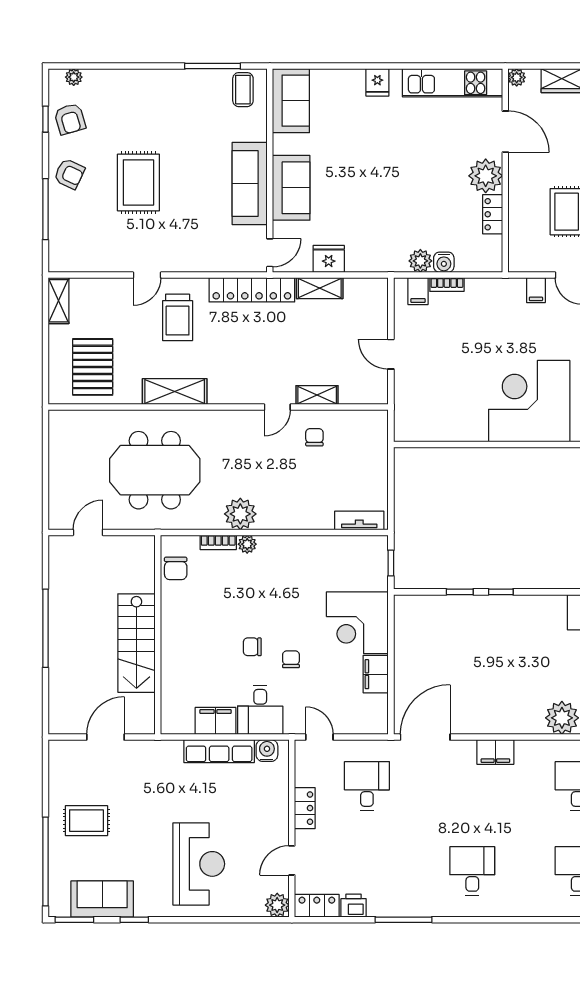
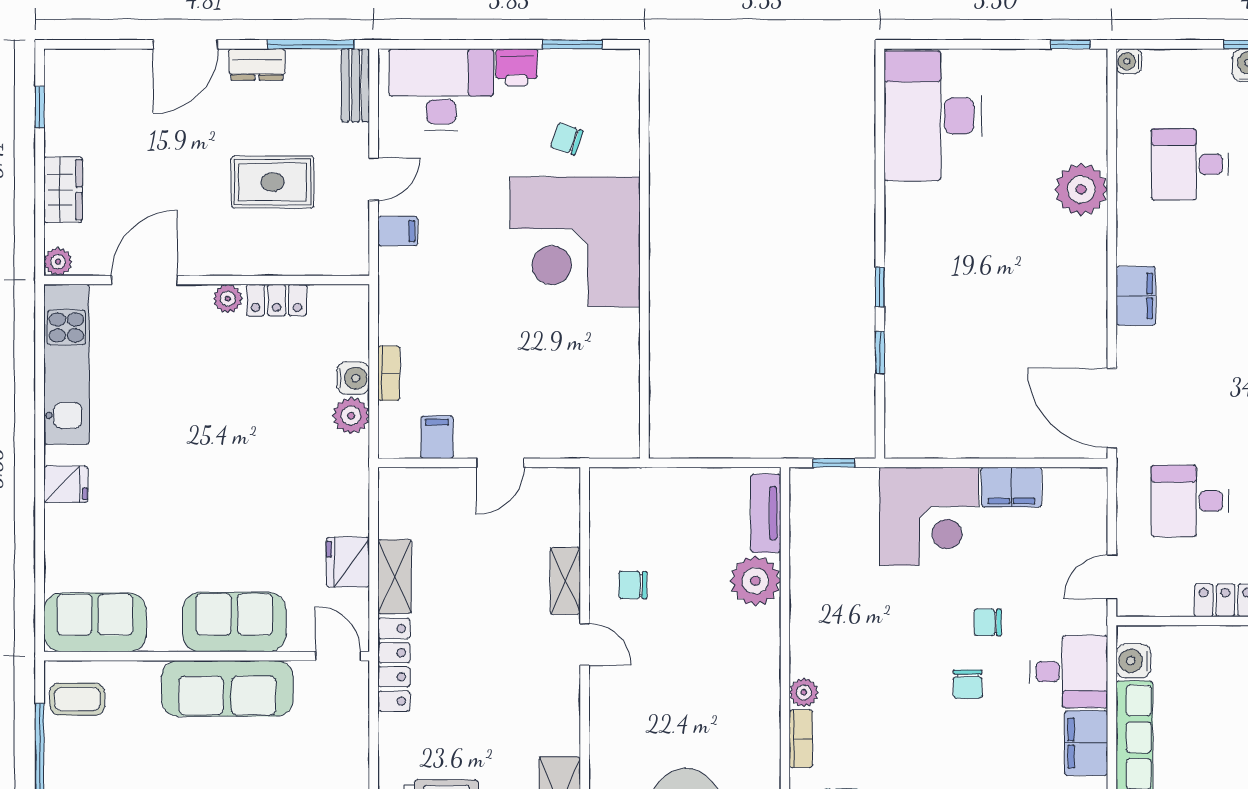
plant: (486, 176) -> (228, 299), width x0.53, depth x0.53
locker: (252, 290) -> (394, 665), width x0.71, depth x0.83
filing cabinet: (418, 291) -> (437, 437), moved, turned -90
plant: (240, 514) -> (755, 581), moved

